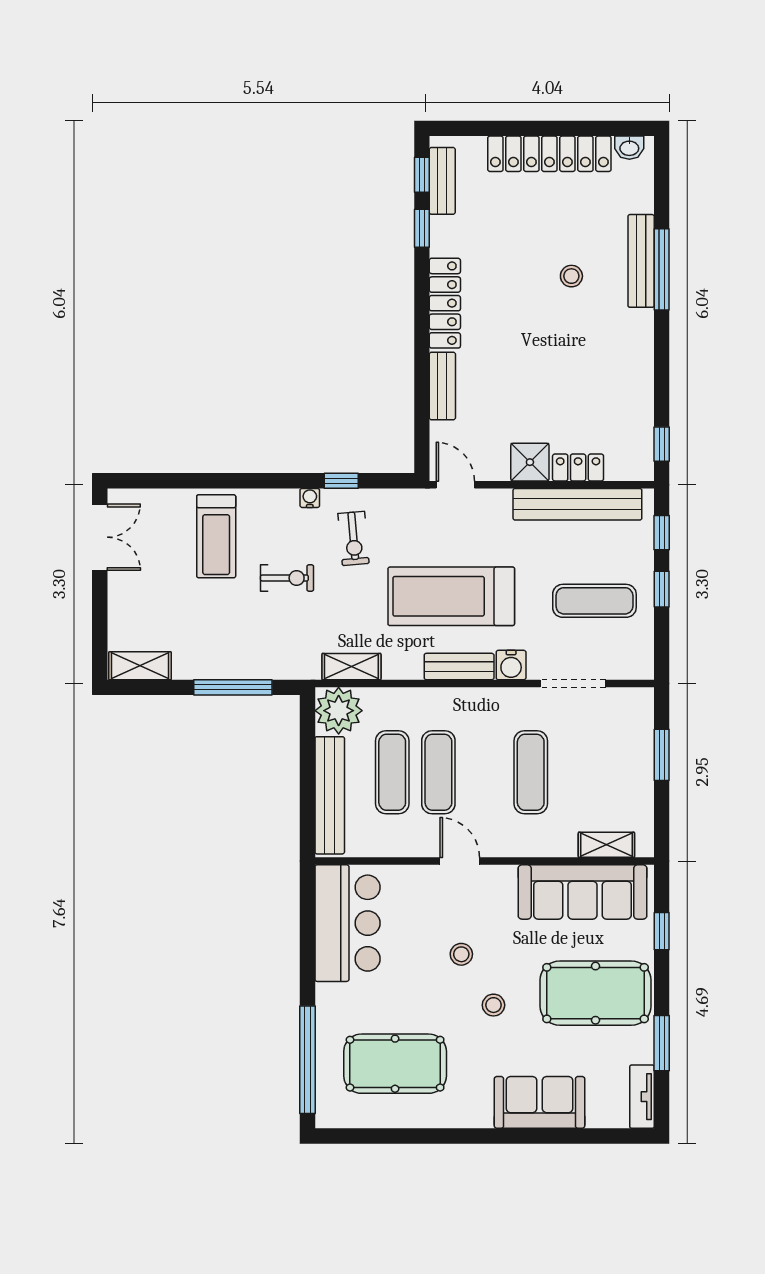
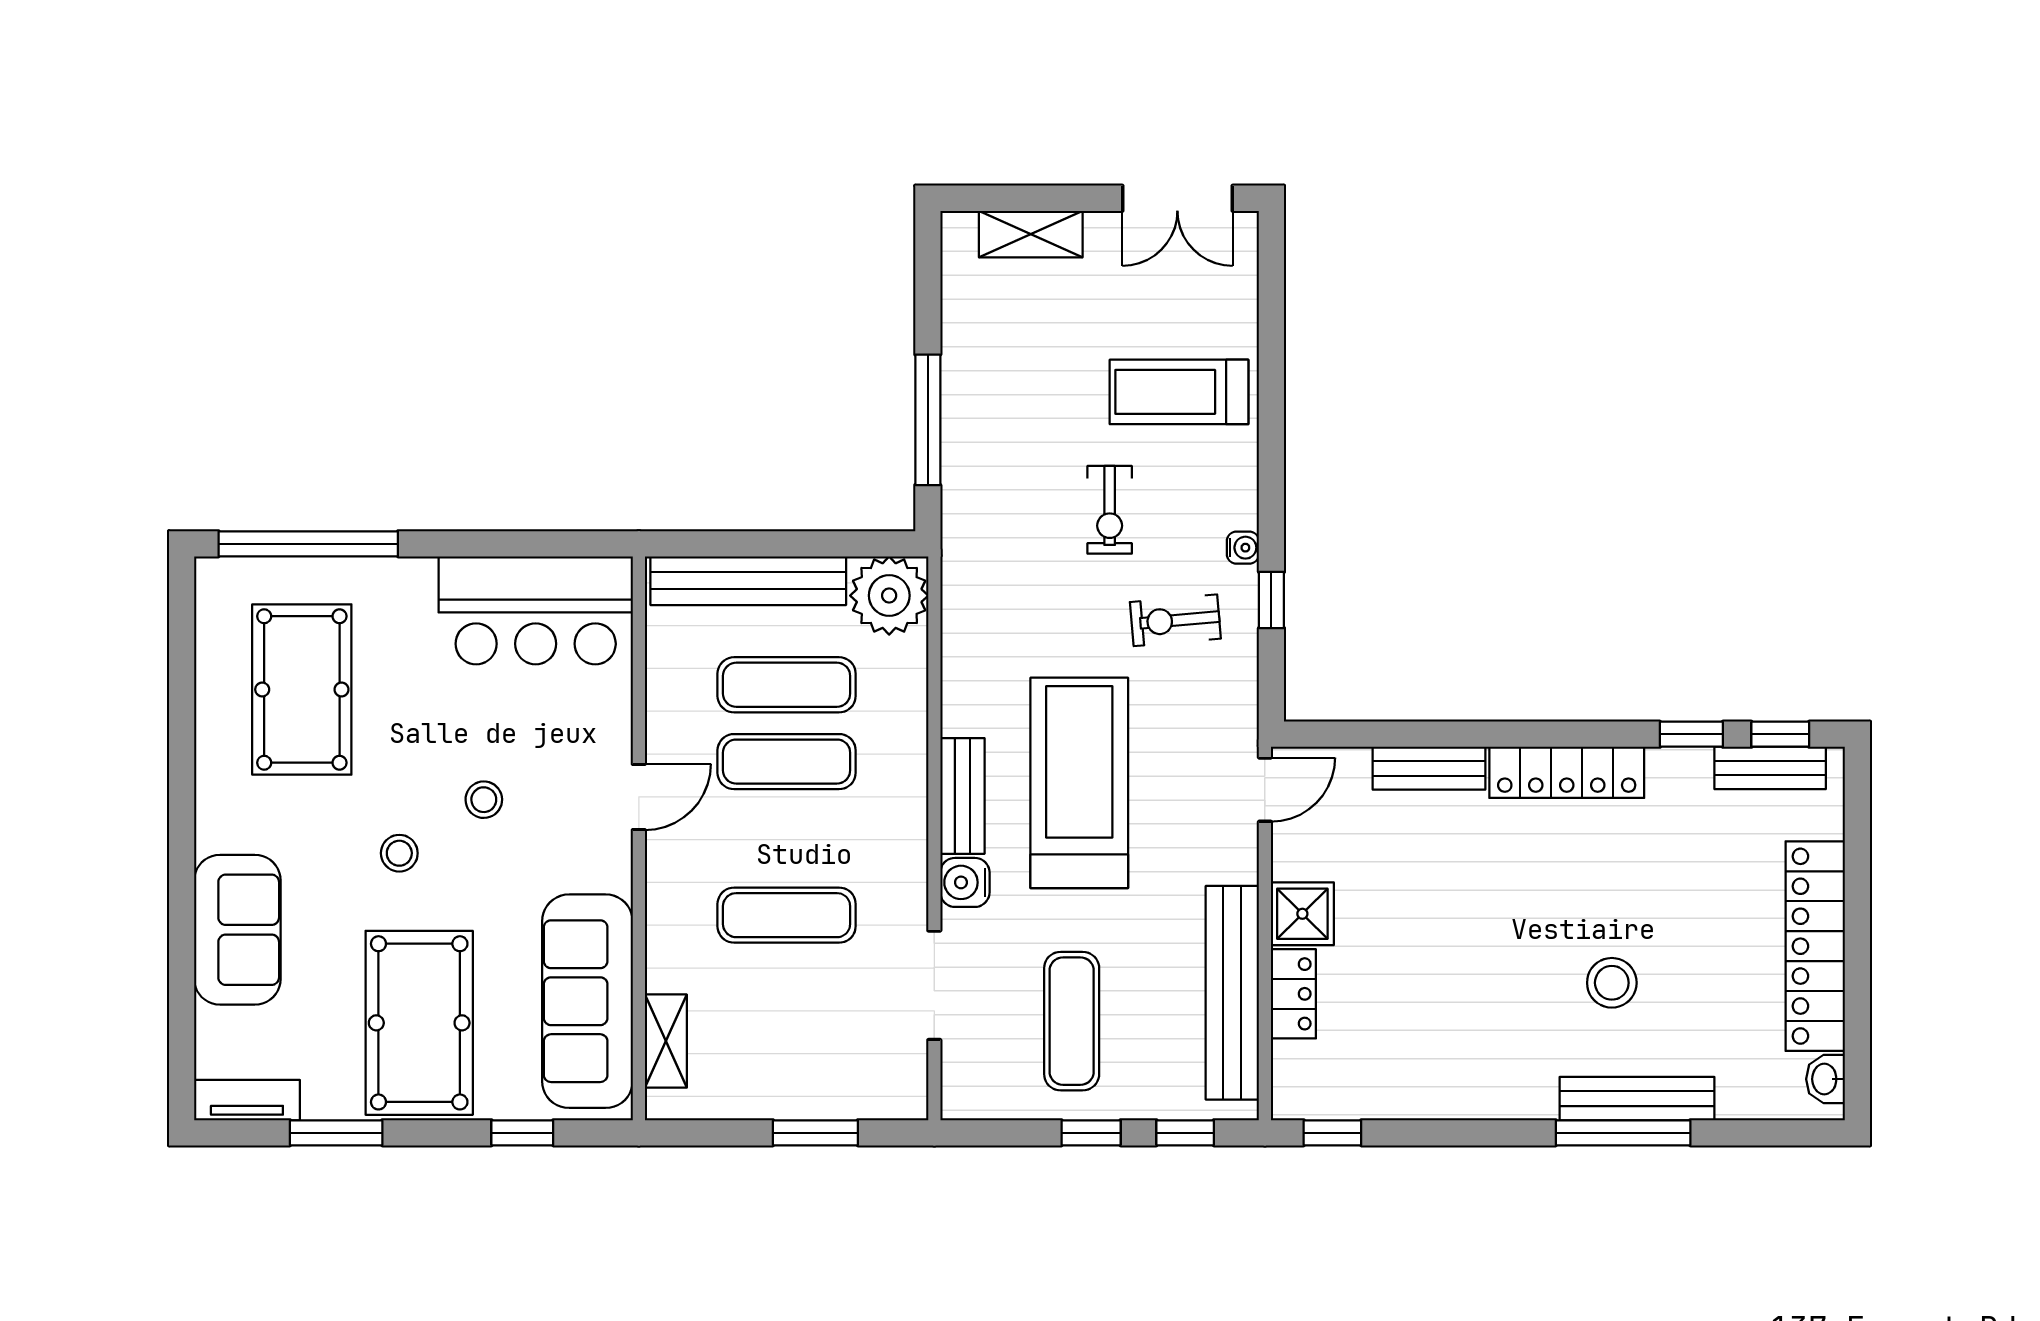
stool: (571, 276) -> (1612, 983), width x1.37, depth x1.37
shelving: (140, 666) -> (1031, 234), moved, turned 90
shelving: (351, 667) -> (962, 617), removed

